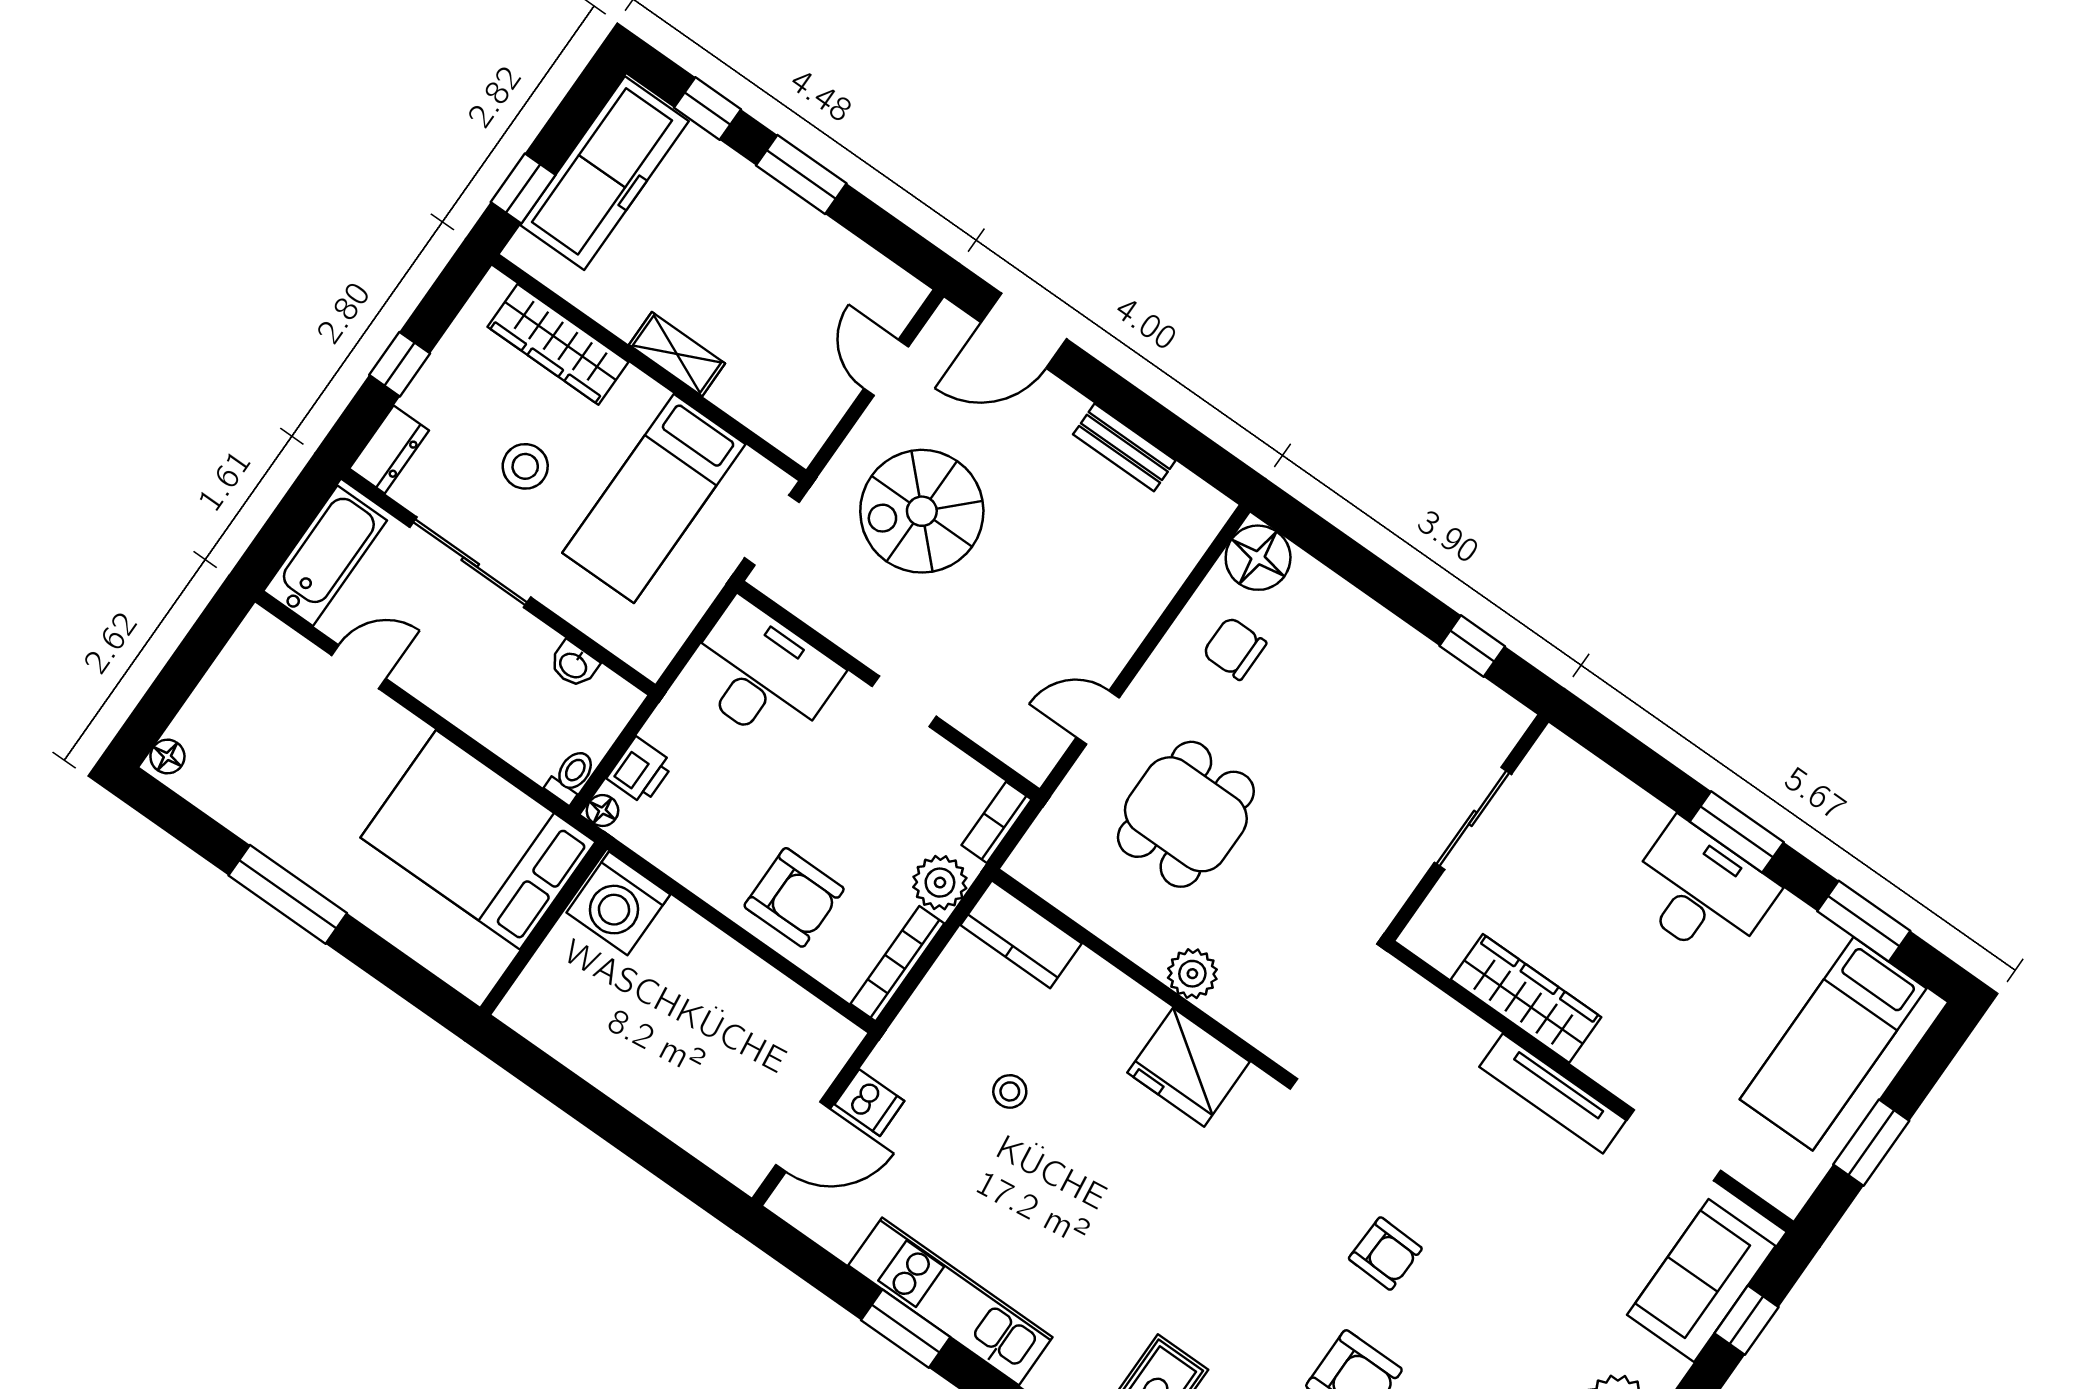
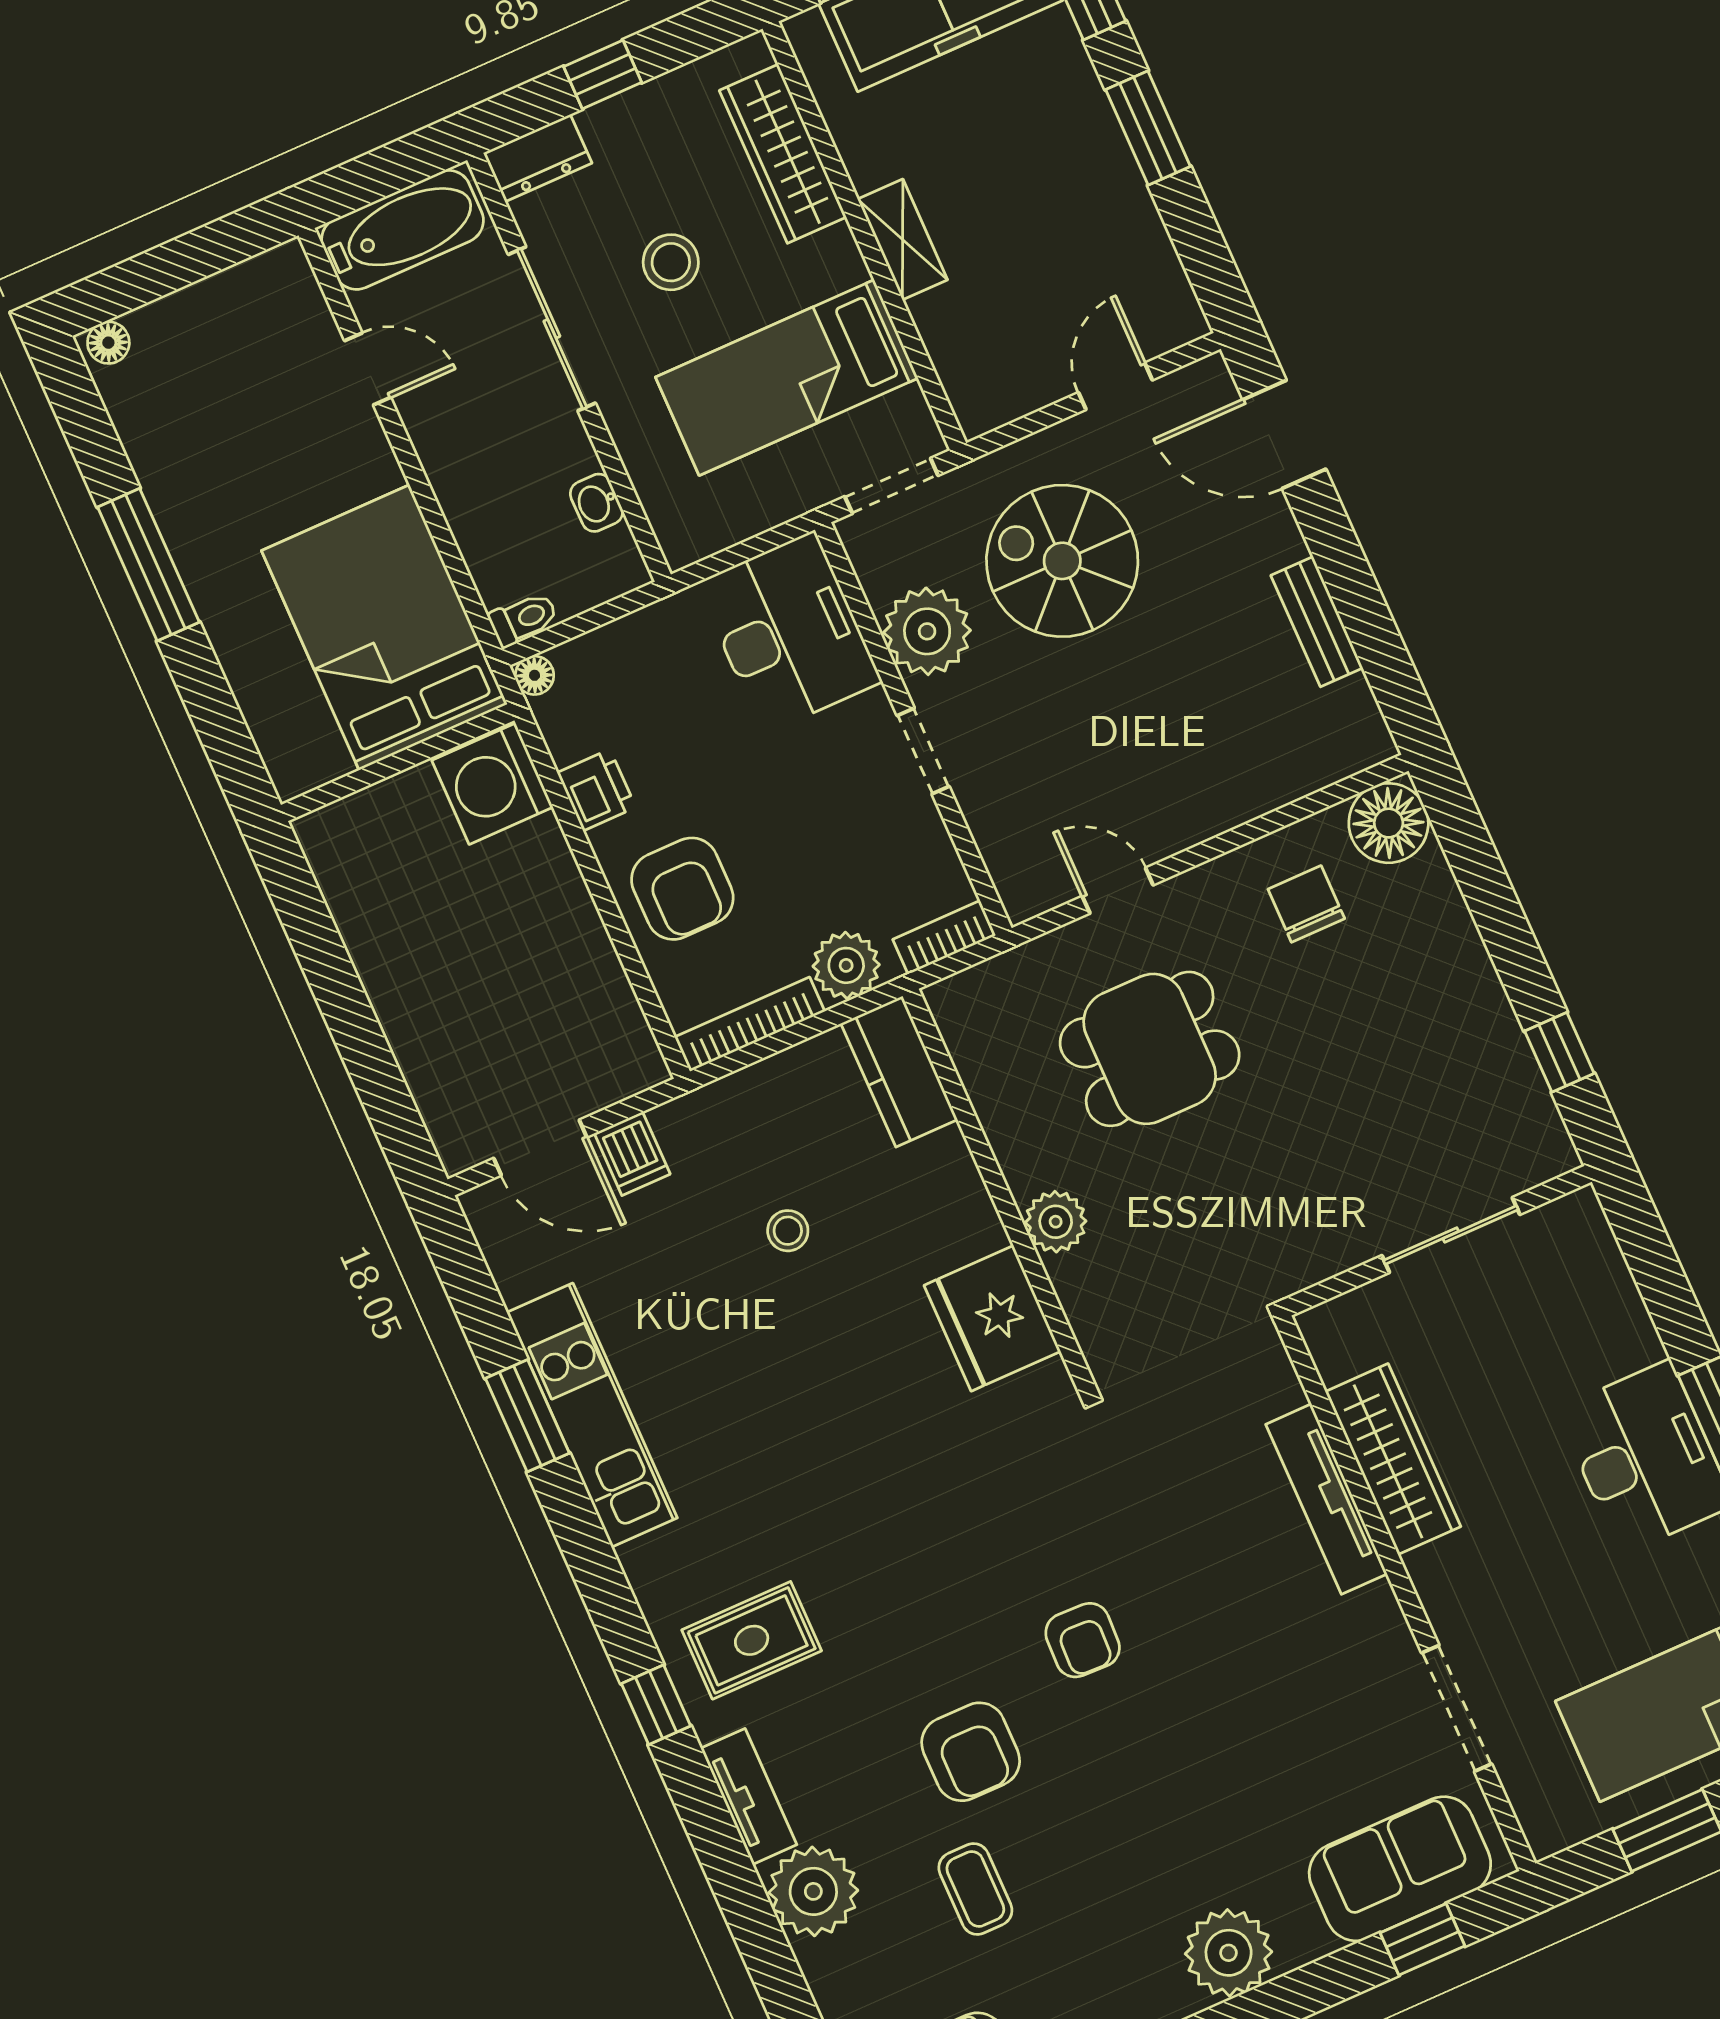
plant: (857, 617) -> (927, 631), added
printer: (640, 771) -> (596, 790), moved, turned -90
tv unit: (1553, 1094) -> (1326, 1499), moved

